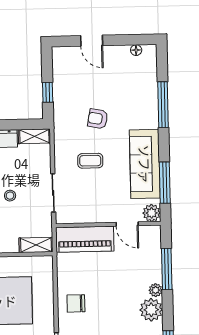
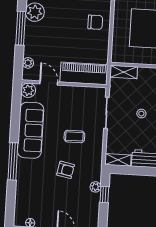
plant: (59, 101) -> (95, 187), added
window: (163, 105) -> (13, 161), moved
window: (165, 183) -> (16, 114), removed
window: (167, 269) -> (21, 28), moved
plant: (156, 290) -> (28, 63), moved

